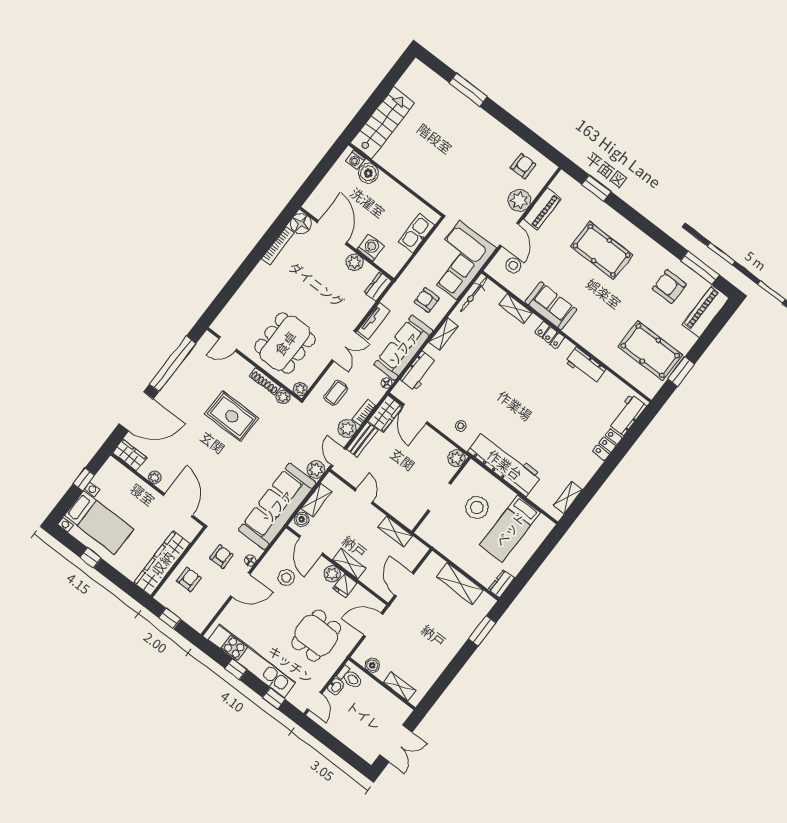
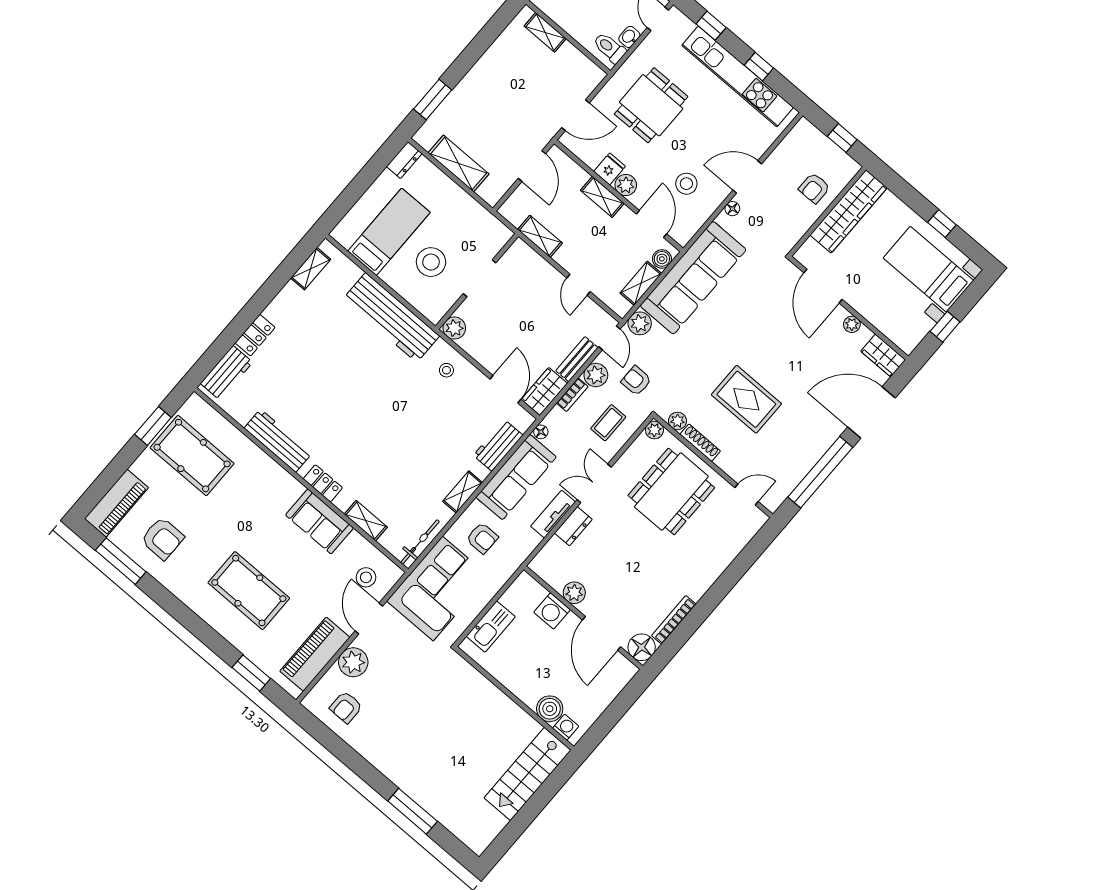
piano: (542, 209) -> (315, 654), width x1.37, depth x1.33
dresser: (378, 287) -> (573, 526), moved
workbench: (586, 366) -> (278, 441), width x1.38
armchair: (221, 557) -> (636, 381), moved, turned 90
boiler: (372, 665) -> (580, 62), removed

